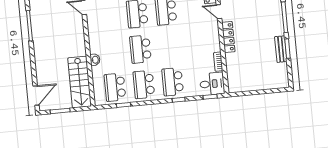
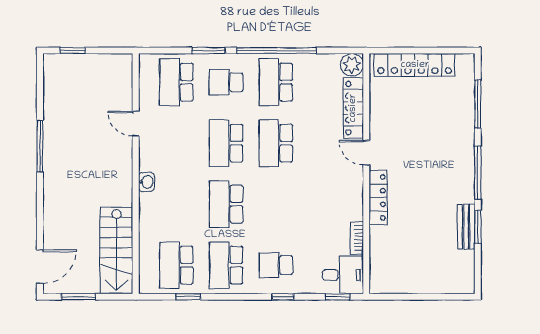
washbasin: (95, 60) -> (147, 182), moved
school desk: (173, 82) -> (276, 265), width x0.54

